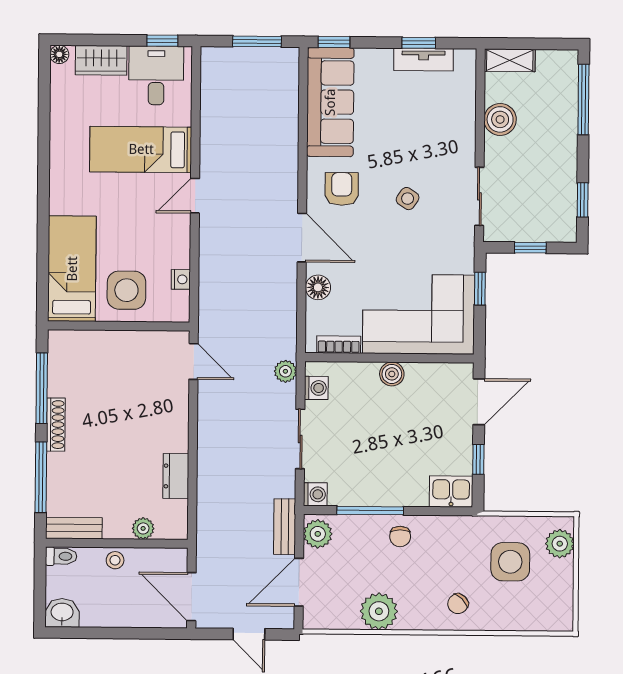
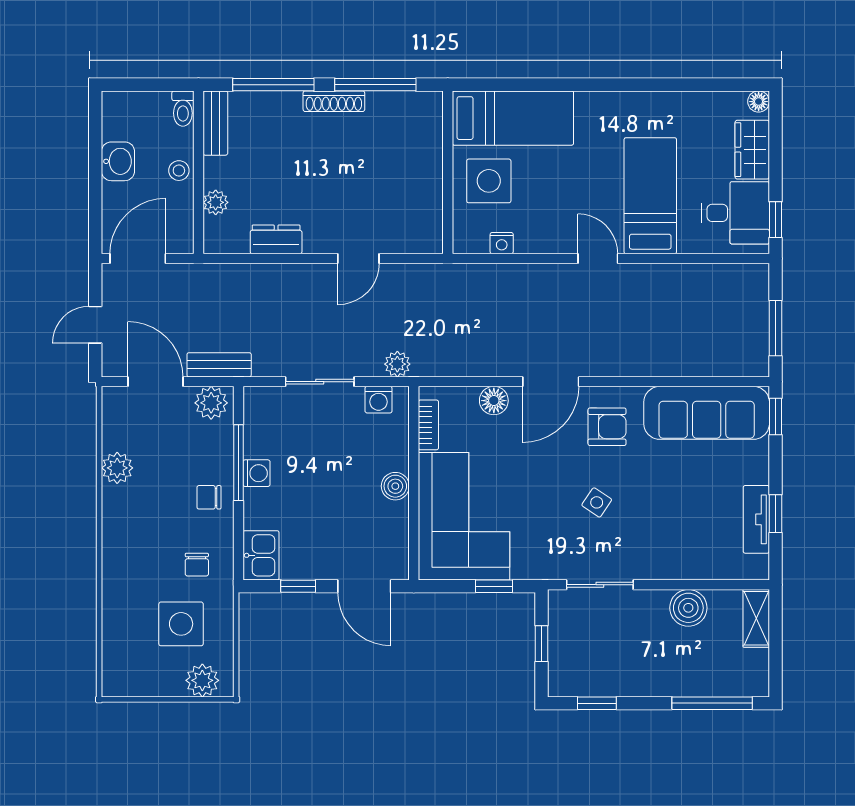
door: (193, 361) -> (358, 259), moved
washing machine: (315, 494) -> (256, 473), moved, turned -90
chair: (458, 604) -> (197, 565), moved, turned -135
plant: (379, 611) -> (117, 468), width x0.73, depth x0.73
washbasin: (62, 613) -> (118, 161), moved

